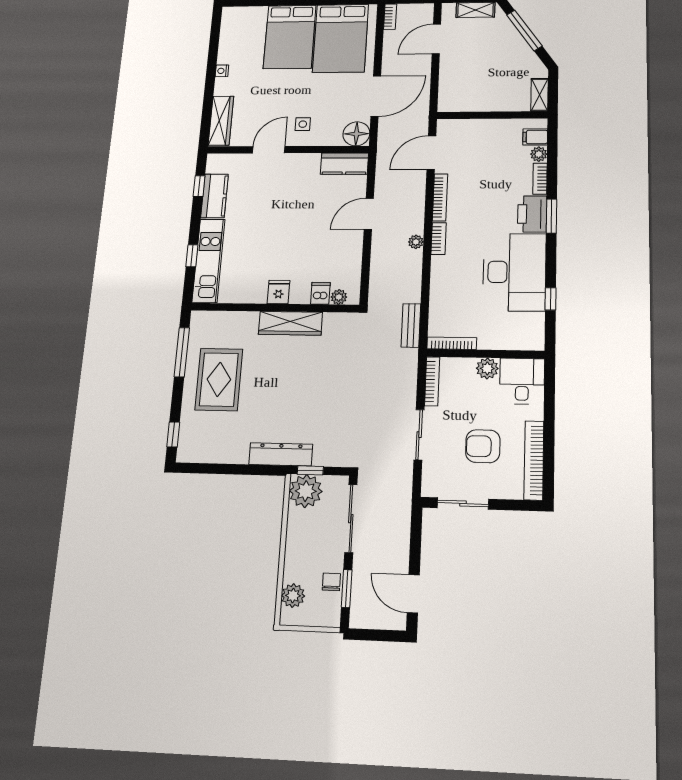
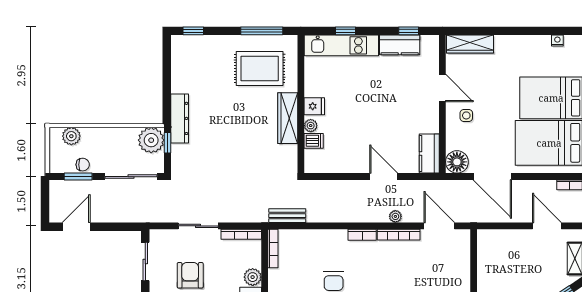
nightstand: (222, 71) -> (557, 40), moved
plant: (416, 242) -> (395, 216), moved
plant: (339, 297) -> (311, 126), moved
rug: (219, 379) -> (260, 69), moved

